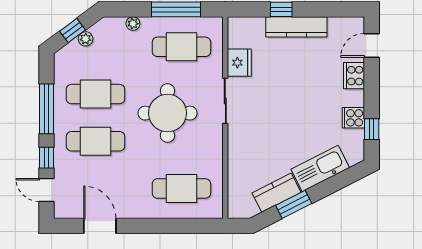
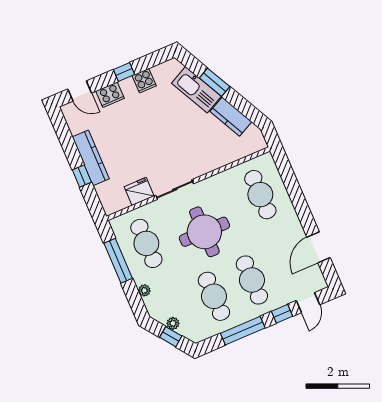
window: (372, 129) -> (124, 72), moved
window: (294, 204) -> (215, 82), moved

